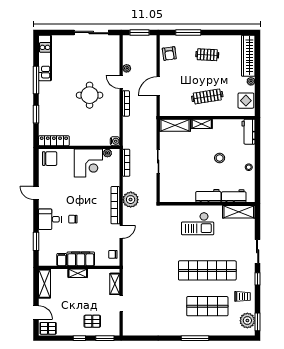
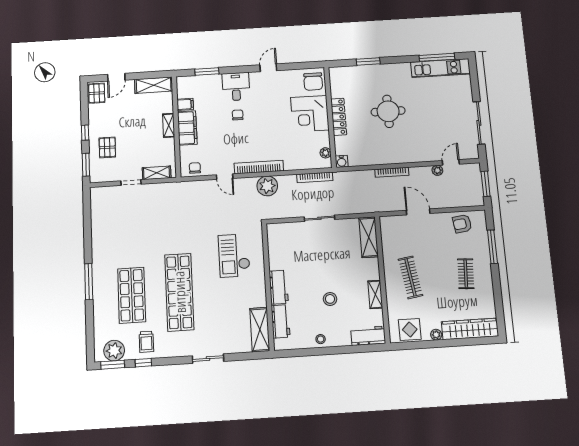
window: (36, 80) -> (437, 57), moved
door: (121, 82) -> (451, 162), moved
round table: (90, 95) -> (388, 111), moved
shelving: (202, 124) -> (375, 294), moved
locker: (54, 141) -> (339, 117), moved
corner desk: (88, 163) -> (310, 114), moved
checkout: (198, 224) -> (234, 255), moved
window: (258, 279) -> (143, 363), moved

